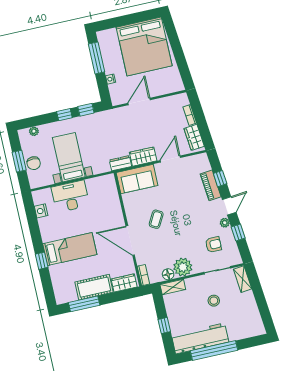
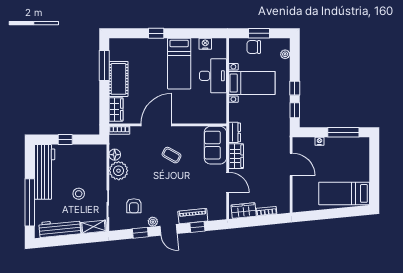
bed: (144, 46) -> (344, 193), width x0.49
bed: (70, 249) -> (179, 64), moved
shelving: (173, 287) -> (101, 156), removed
workbench: (251, 311) -> (60, 228), added
window: (214, 350) -> (30, 202), moved

